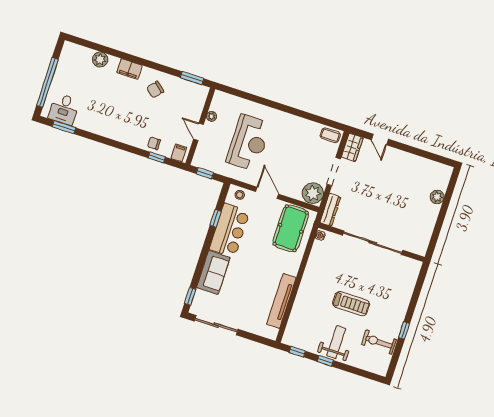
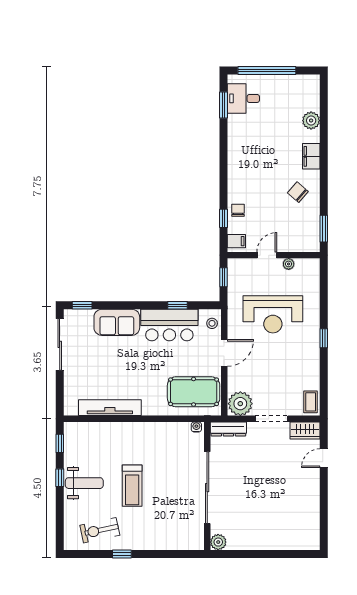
window: (282, 107) -> (324, 338), added
plant: (437, 197) -> (218, 542), moved
exercise bike: (379, 342) -> (100, 530), turned -102

